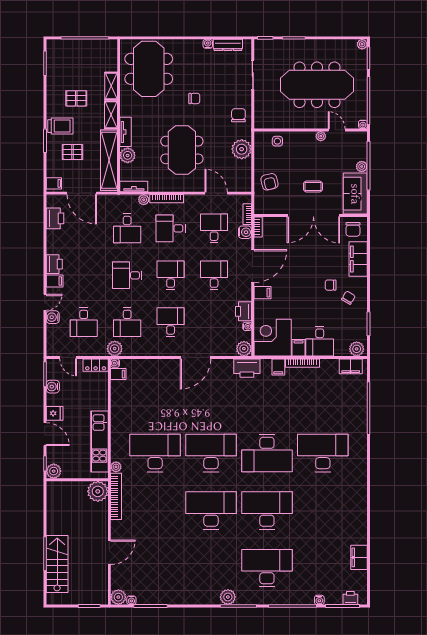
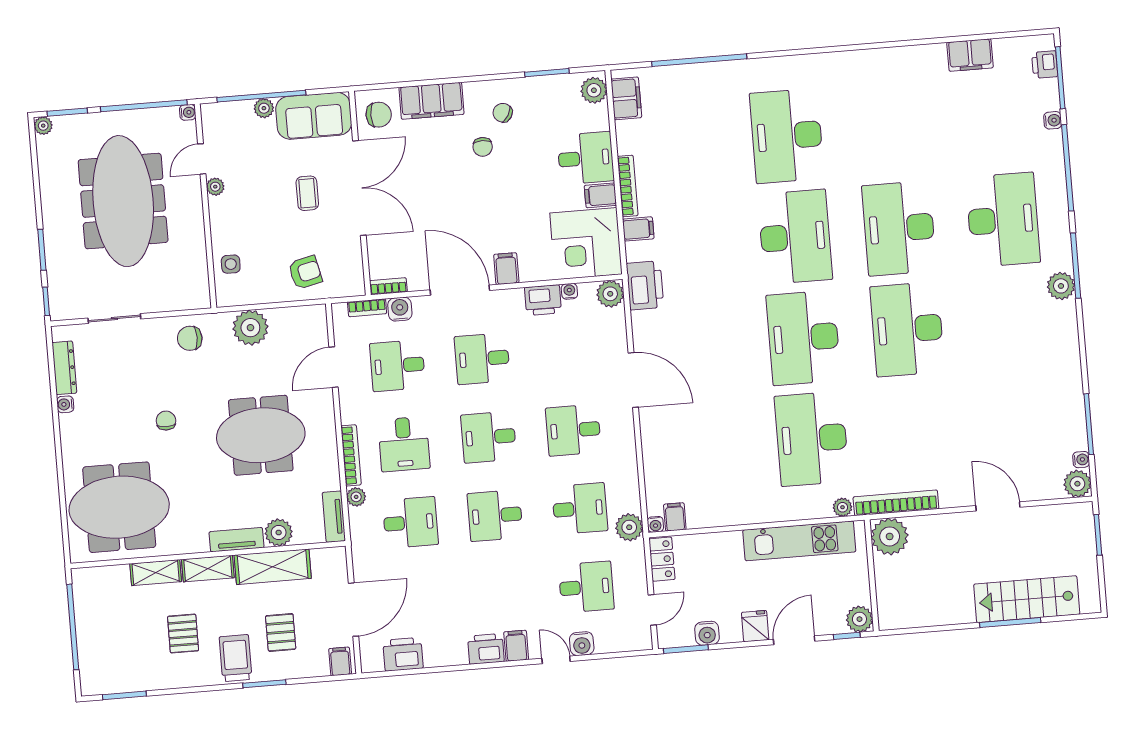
shelving: (109, 160) -> (273, 567), width x0.68
desk: (127, 275) -> (495, 516), turned 90
desk: (267, 568) -> (1003, 220), turned 180

